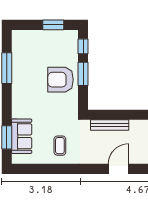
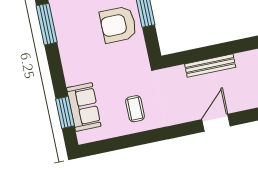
bench: (110, 125) -> (210, 66), moved

